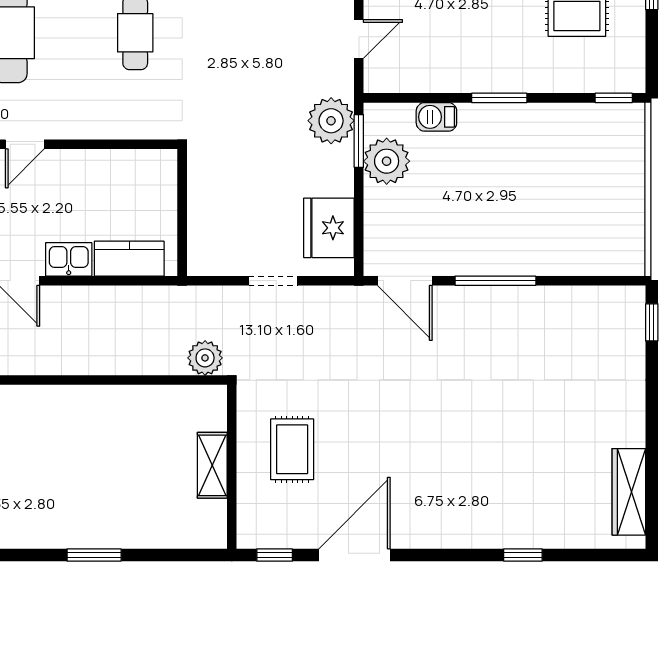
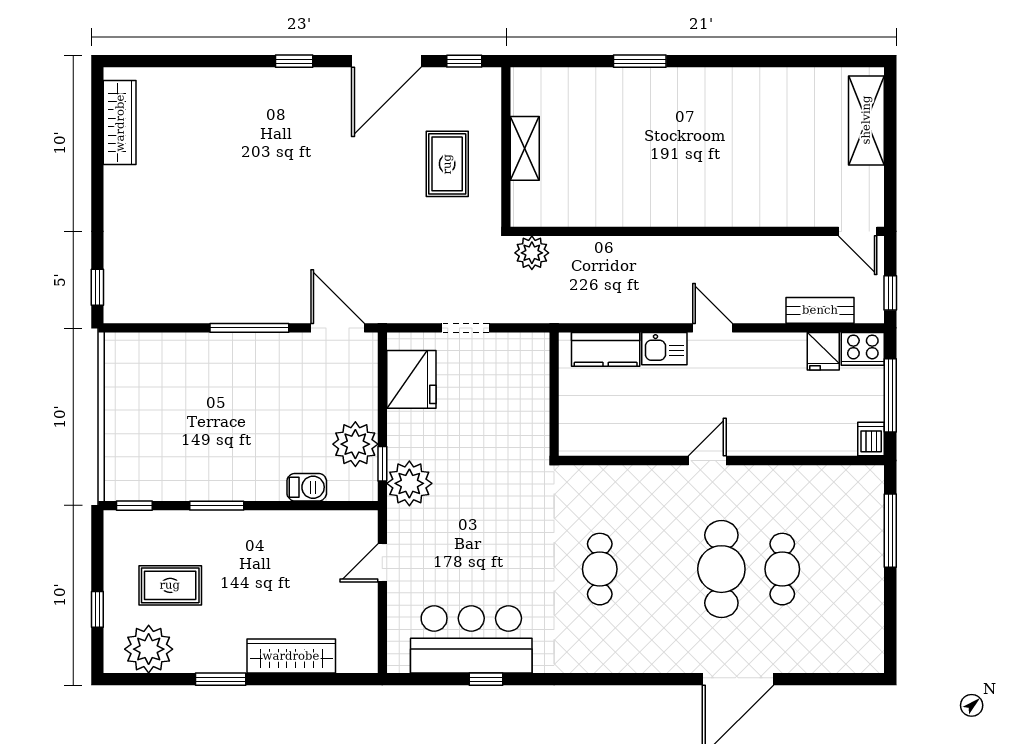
window: (499, 98) -> (217, 506), moved
window: (359, 141) -> (382, 464), width x0.67
window: (523, 555) -> (294, 61), moved

